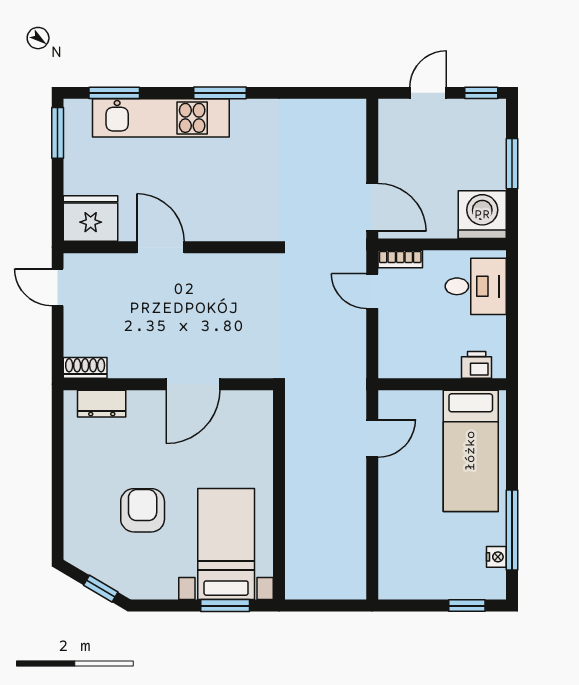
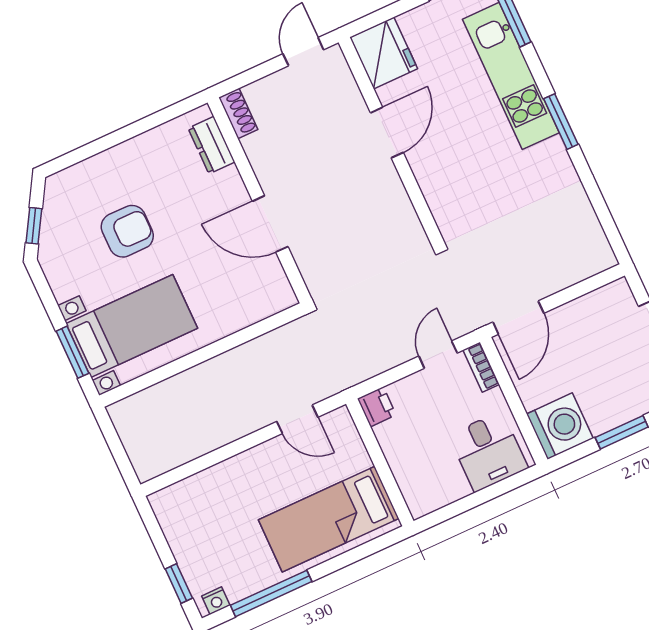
printer: (477, 365) -> (377, 407), moved
nightstand: (496, 557) -> (216, 601), moved

